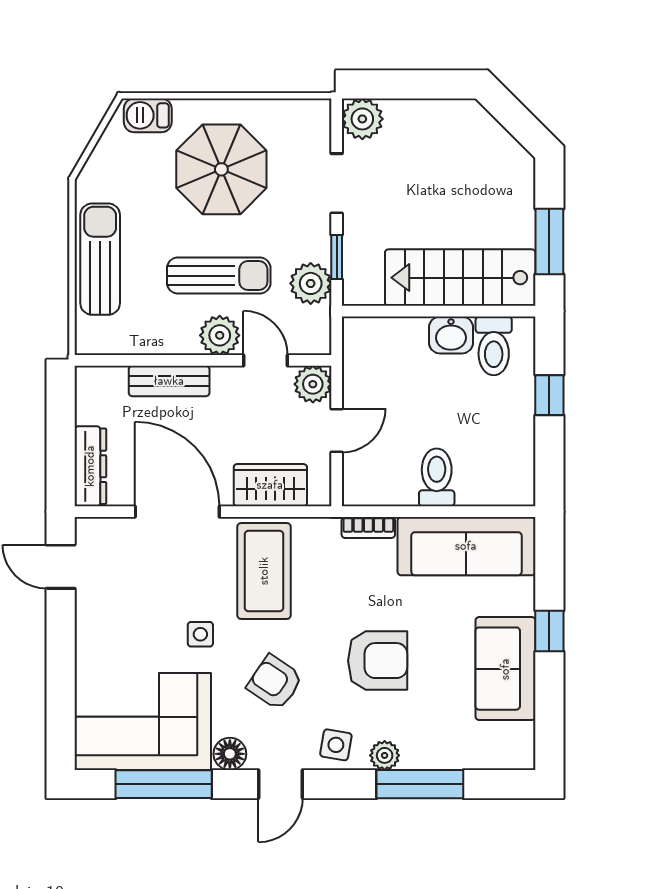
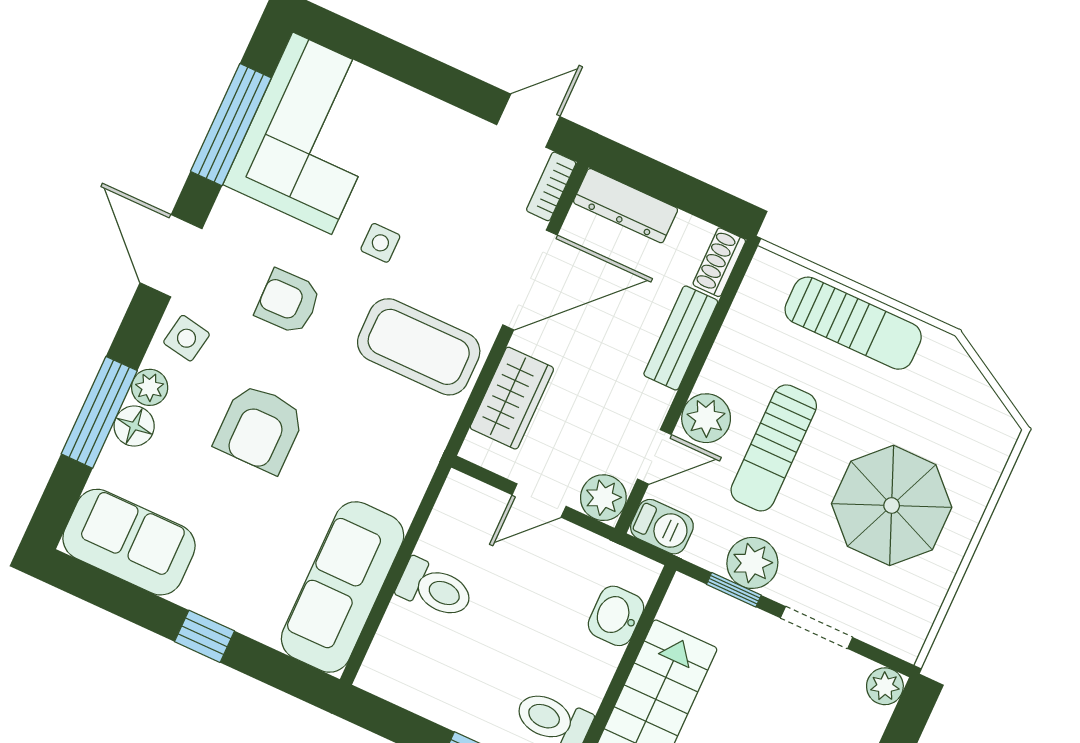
barbecue: (148, 115) -> (662, 527), moved, turned 90
plant: (362, 119) -> (885, 686), width x0.73, depth x0.73
plant: (311, 283) -> (752, 563), moved
washbasin: (451, 335) -> (616, 616), moved
shoe rack: (100, 378) -> (719, 262), added
door: (337, 431) -> (539, 501), hinge flipped
bookcase: (368, 528) -> (551, 186), moved
sofa: (505, 669) -> (129, 542), moved
armchair: (275, 682) -> (288, 302), turned -125
floor lamp: (230, 754) -> (134, 426), moved
door: (280, 784) -> (171, 256), width x1.38

